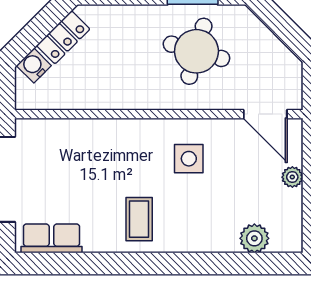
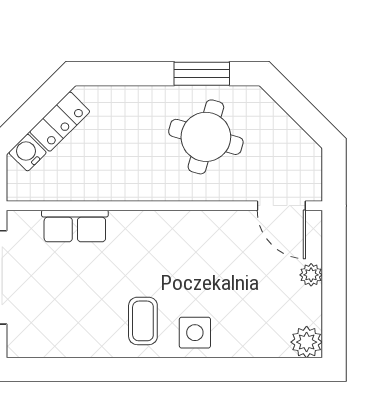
side table: (189, 159) -> (195, 333), moved
row of seats: (51, 238) -> (75, 226), moved, turned 180
plant: (254, 238) -> (307, 342), moved

